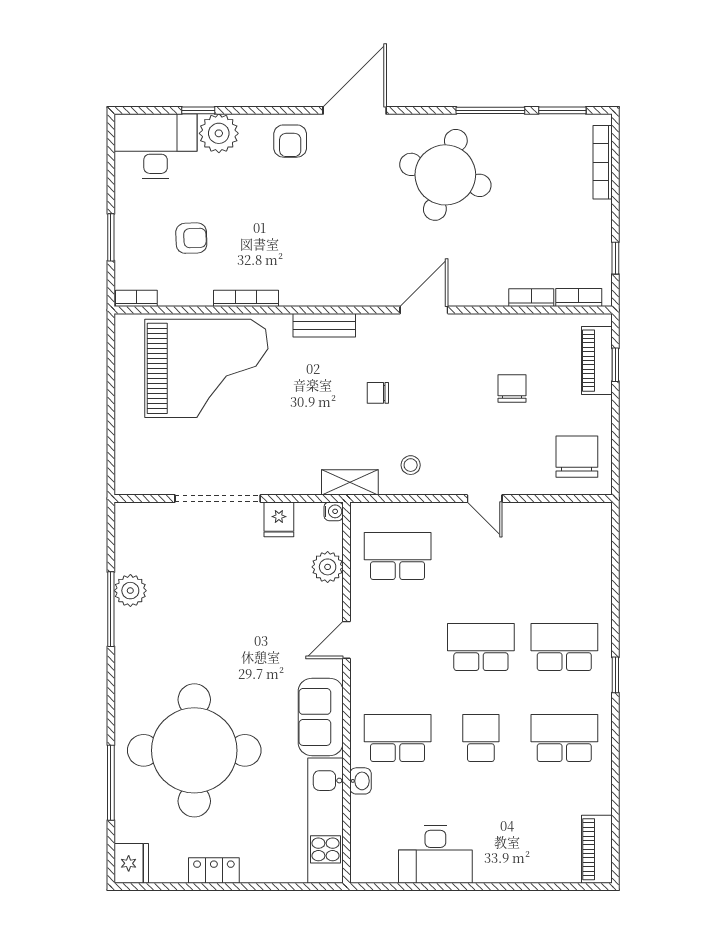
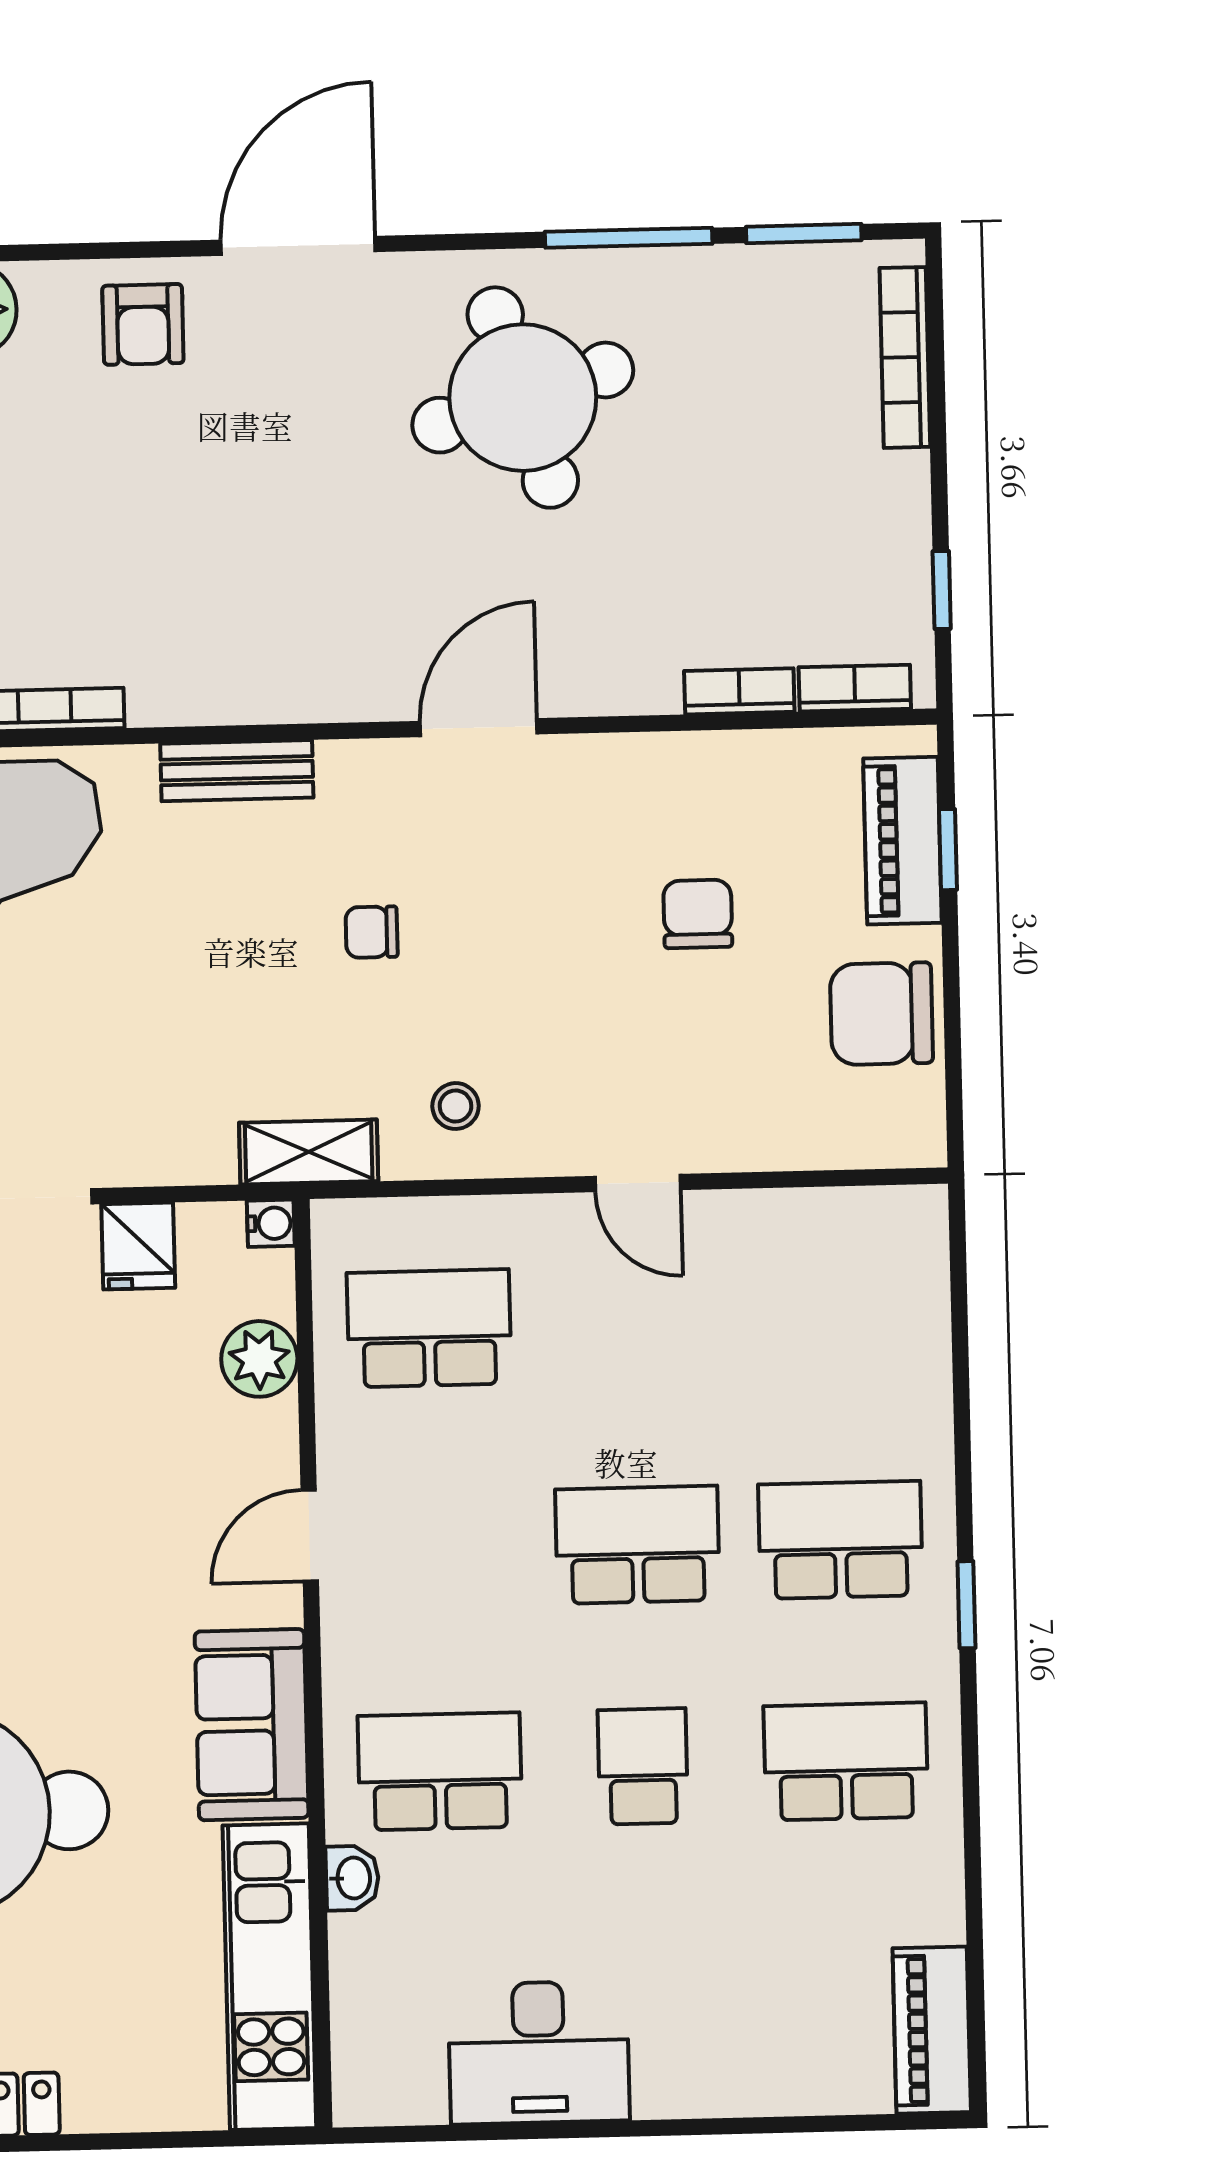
round table: (445, 175) -> (523, 398), turned -34
chair: (577, 457) -> (881, 1014), moved, turned -90

